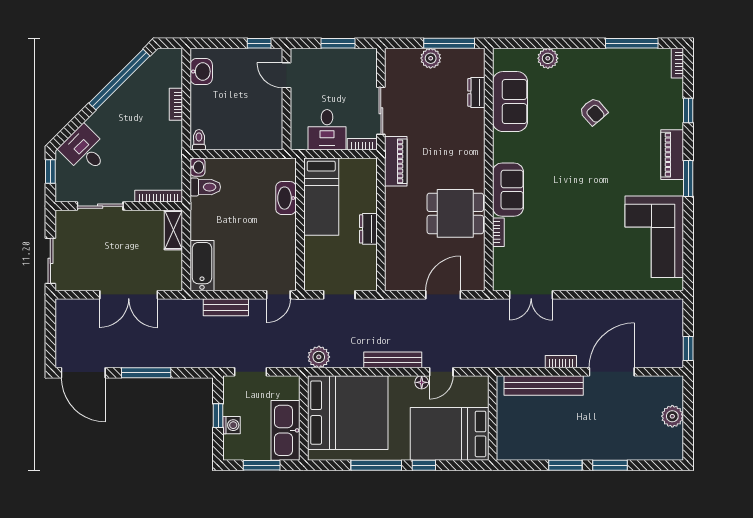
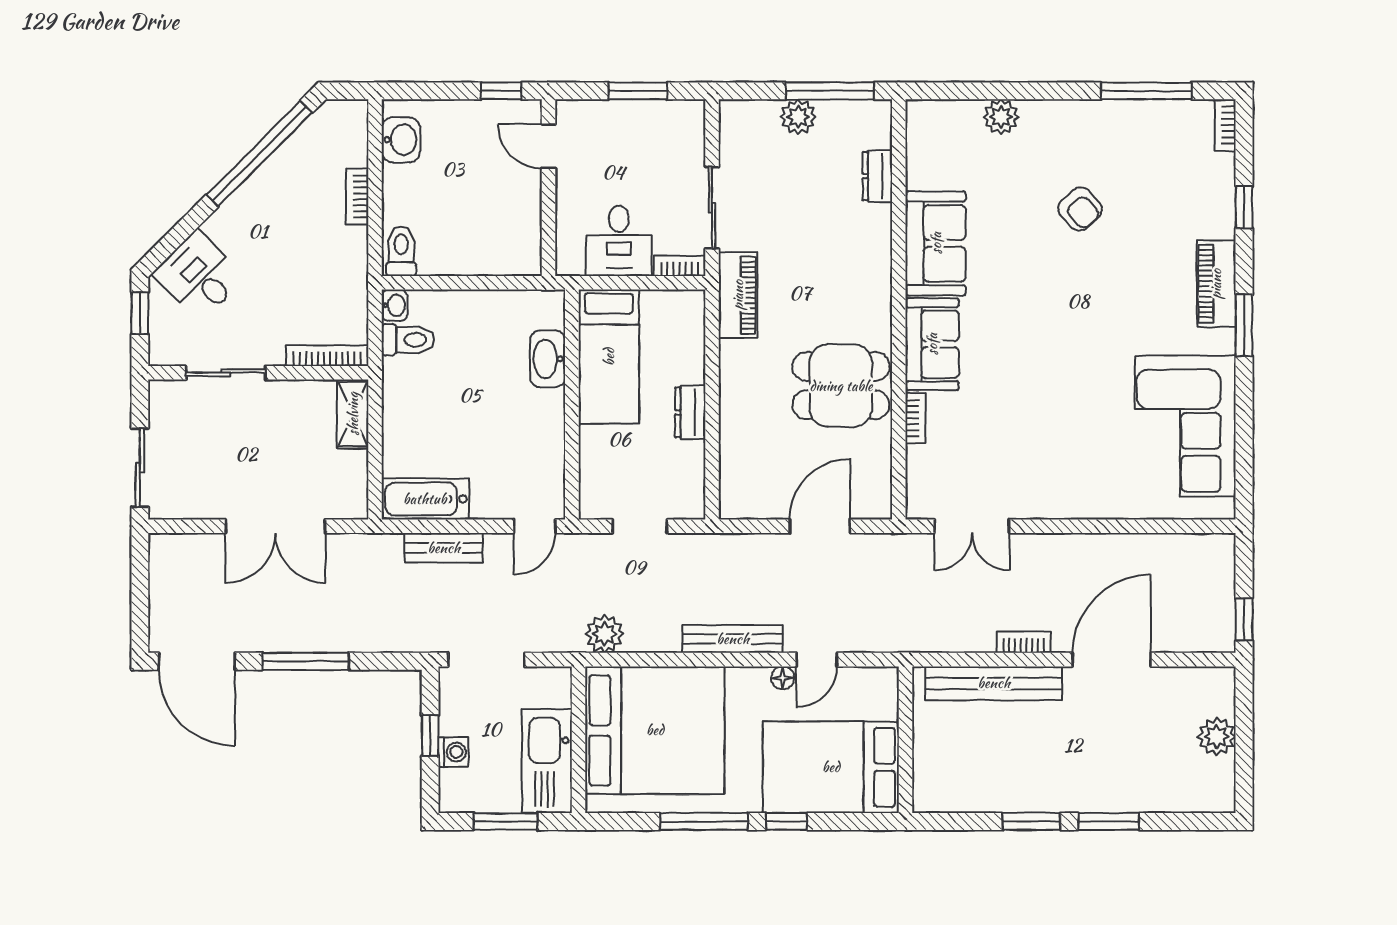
sofa: (510, 102) -> (936, 243), moved
toilet: (199, 140) -> (401, 251), width x1.37, depth x1.39
bathtub: (202, 266) -> (425, 499), moved, turned -90
doorway: (251, 372) -> (486, 660), width x1.38

